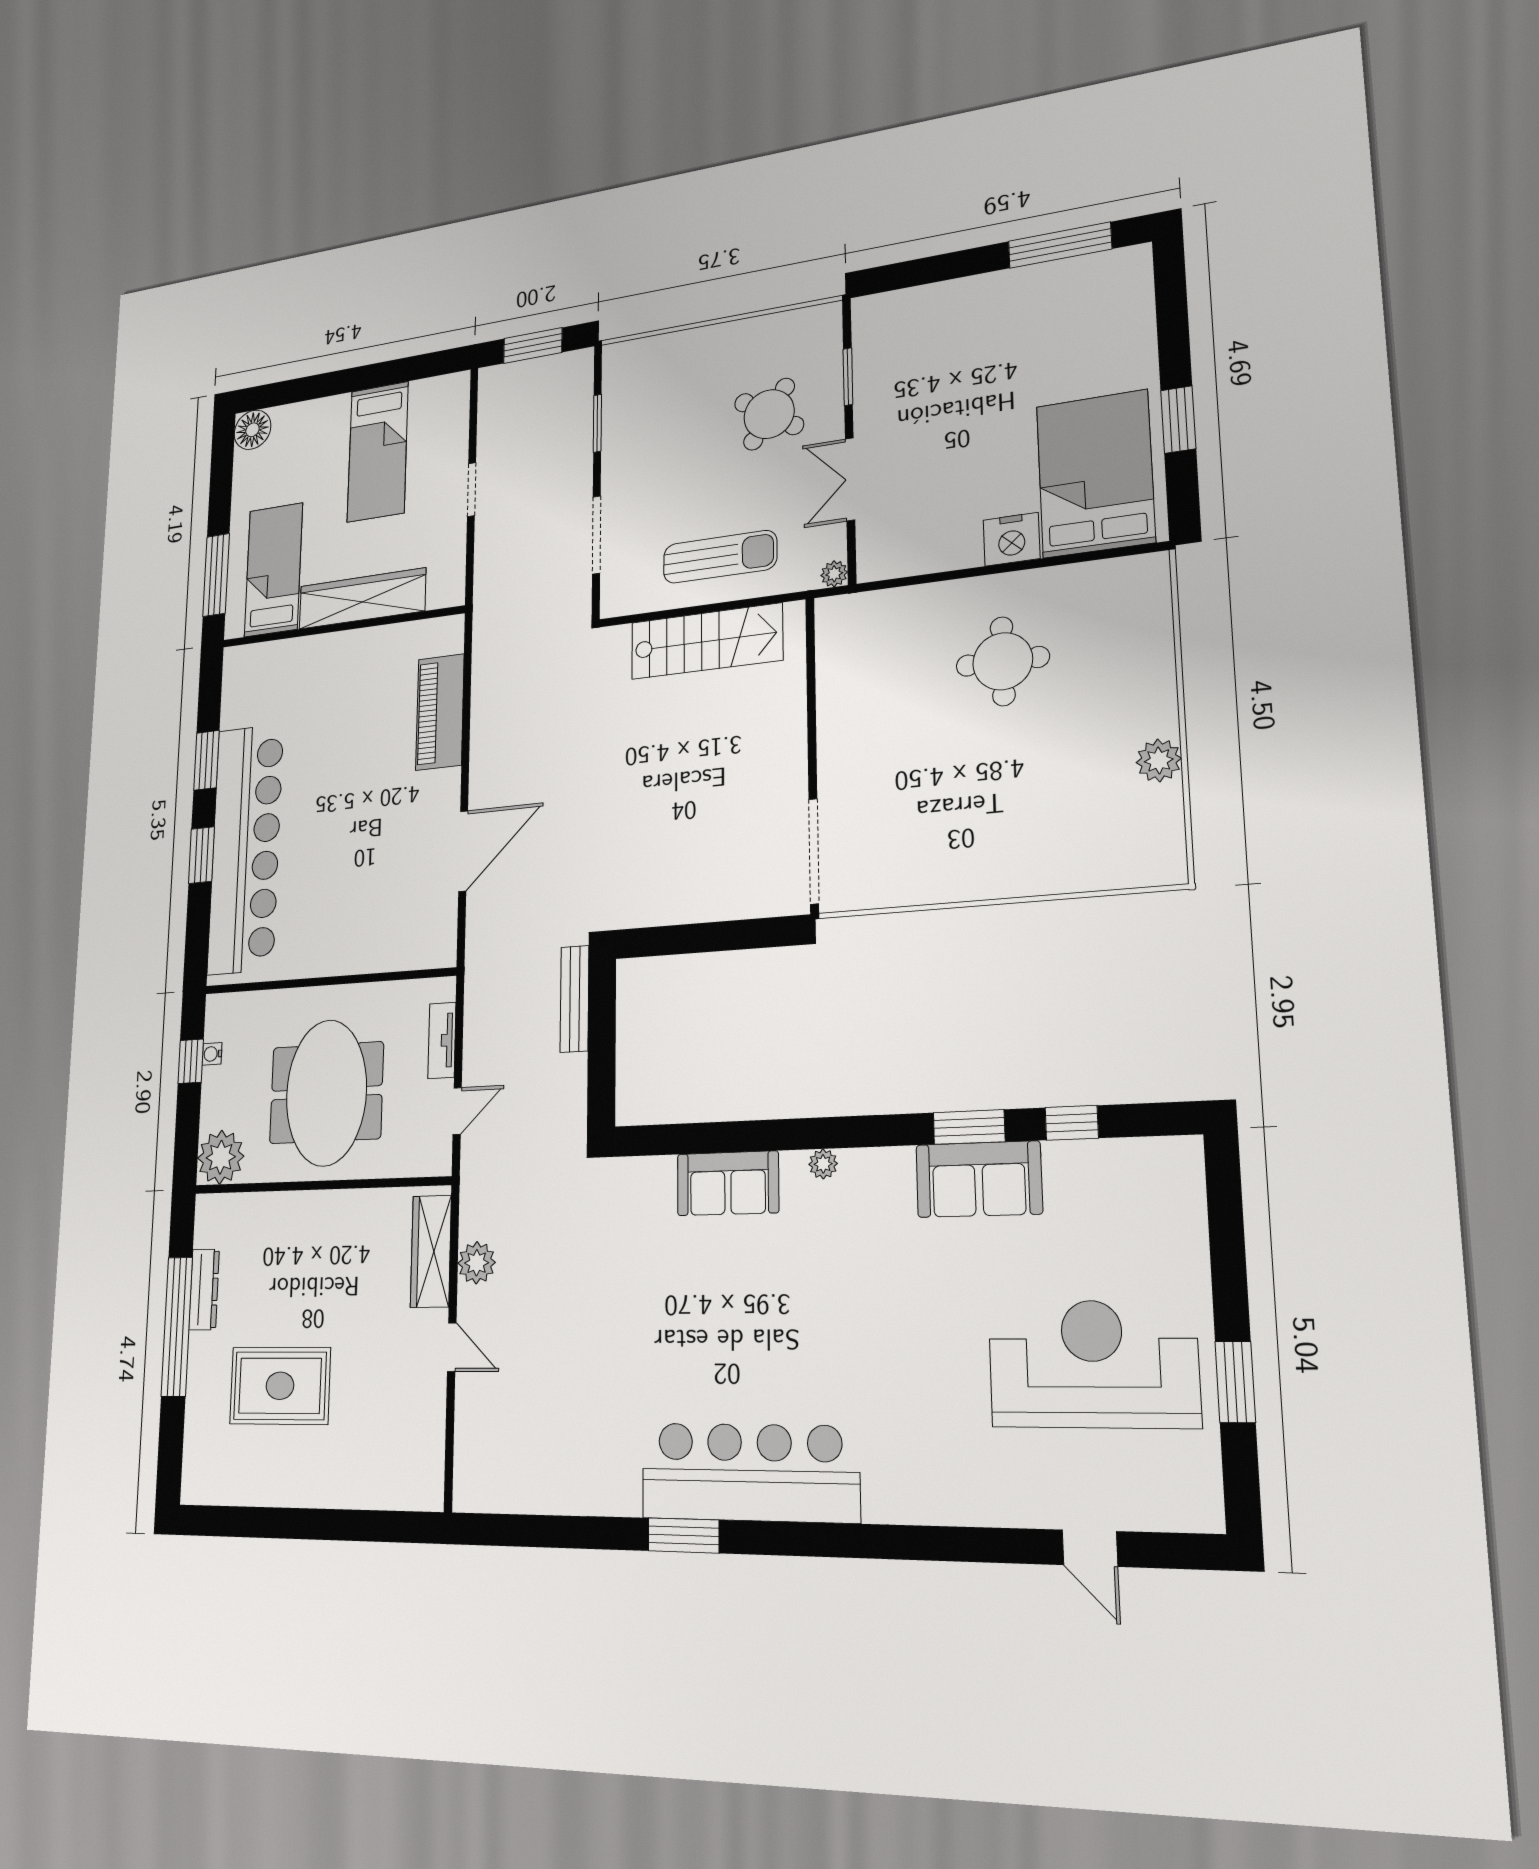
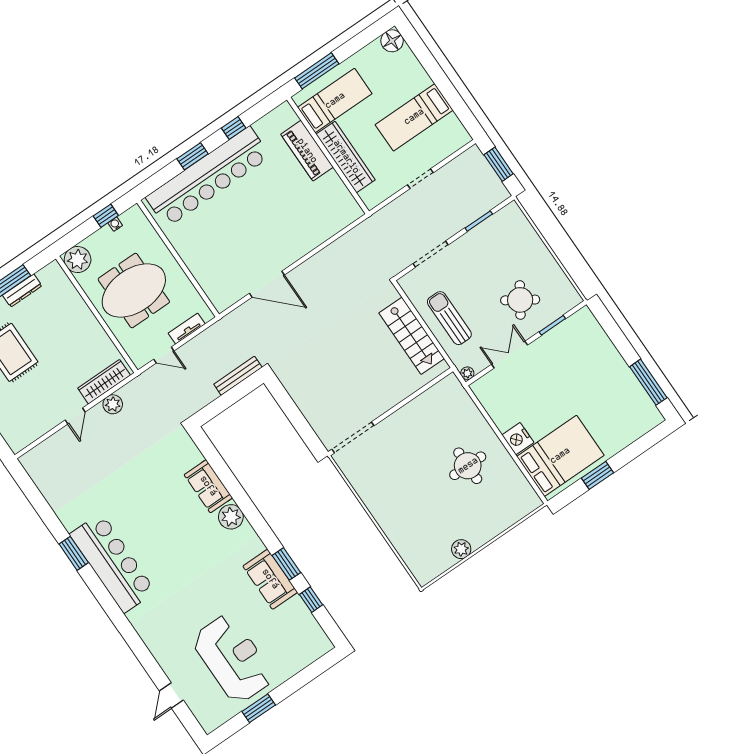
sun lounger: (720, 557) -> (449, 318), turned 180
piano: (440, 712) -> (307, 151), moved, turned -90
window: (206, 760) -> (234, 128), width x0.67
plant: (823, 1164) -> (231, 517), width x1.88, depth x1.88

